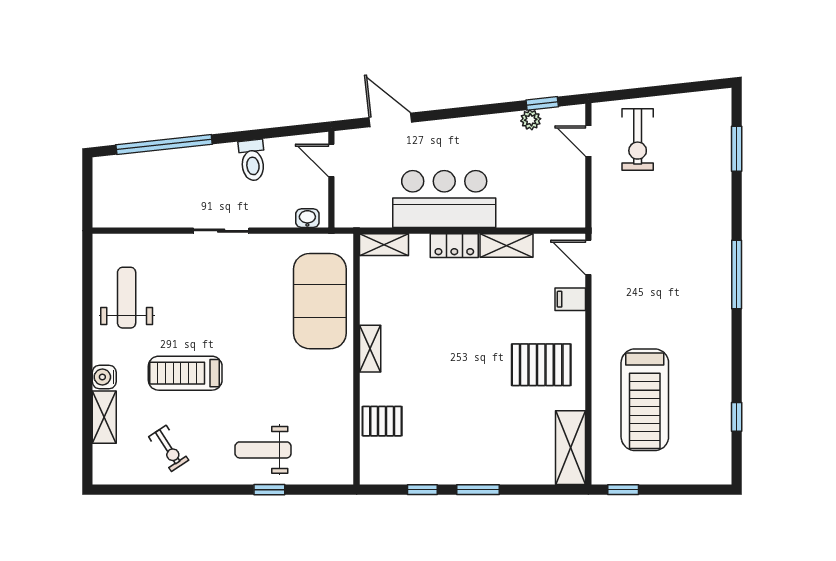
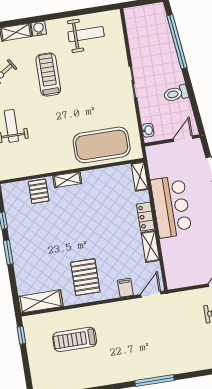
shelving: (370, 349) -> (67, 180), moved
treadmill: (645, 400) -> (75, 339), width x0.73, depth x0.73

